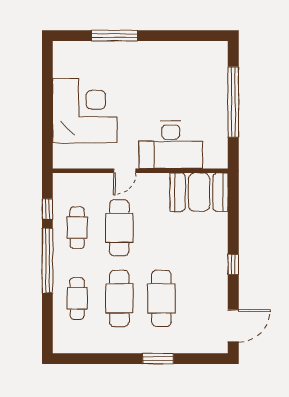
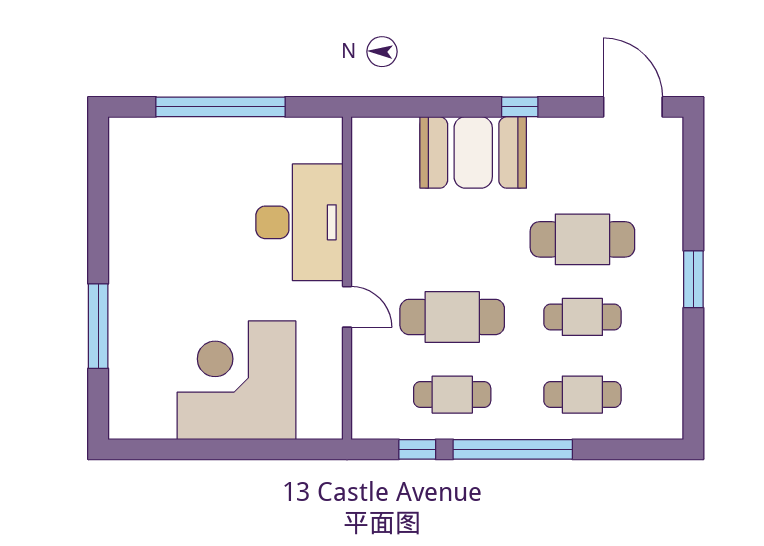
booth: (199, 192) -> (473, 152), moved, turned 90
cafe table: (119, 298) -> (582, 317), width x0.73, depth x0.74
window: (158, 359) -> (693, 279), moved

